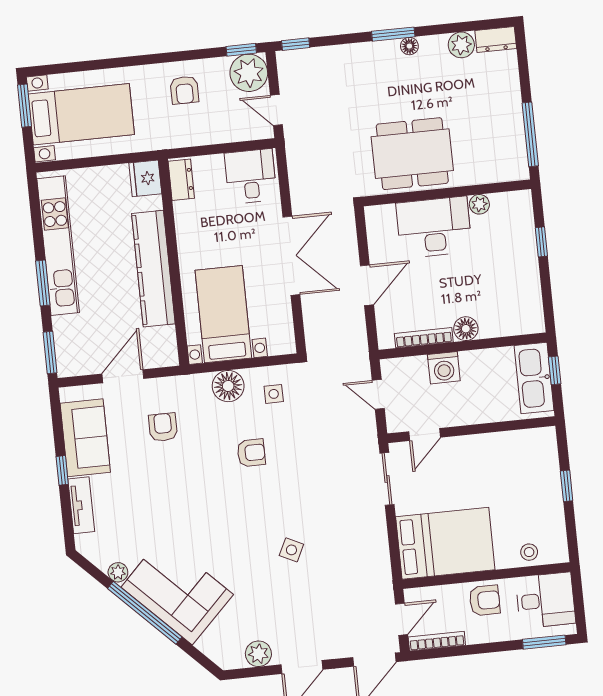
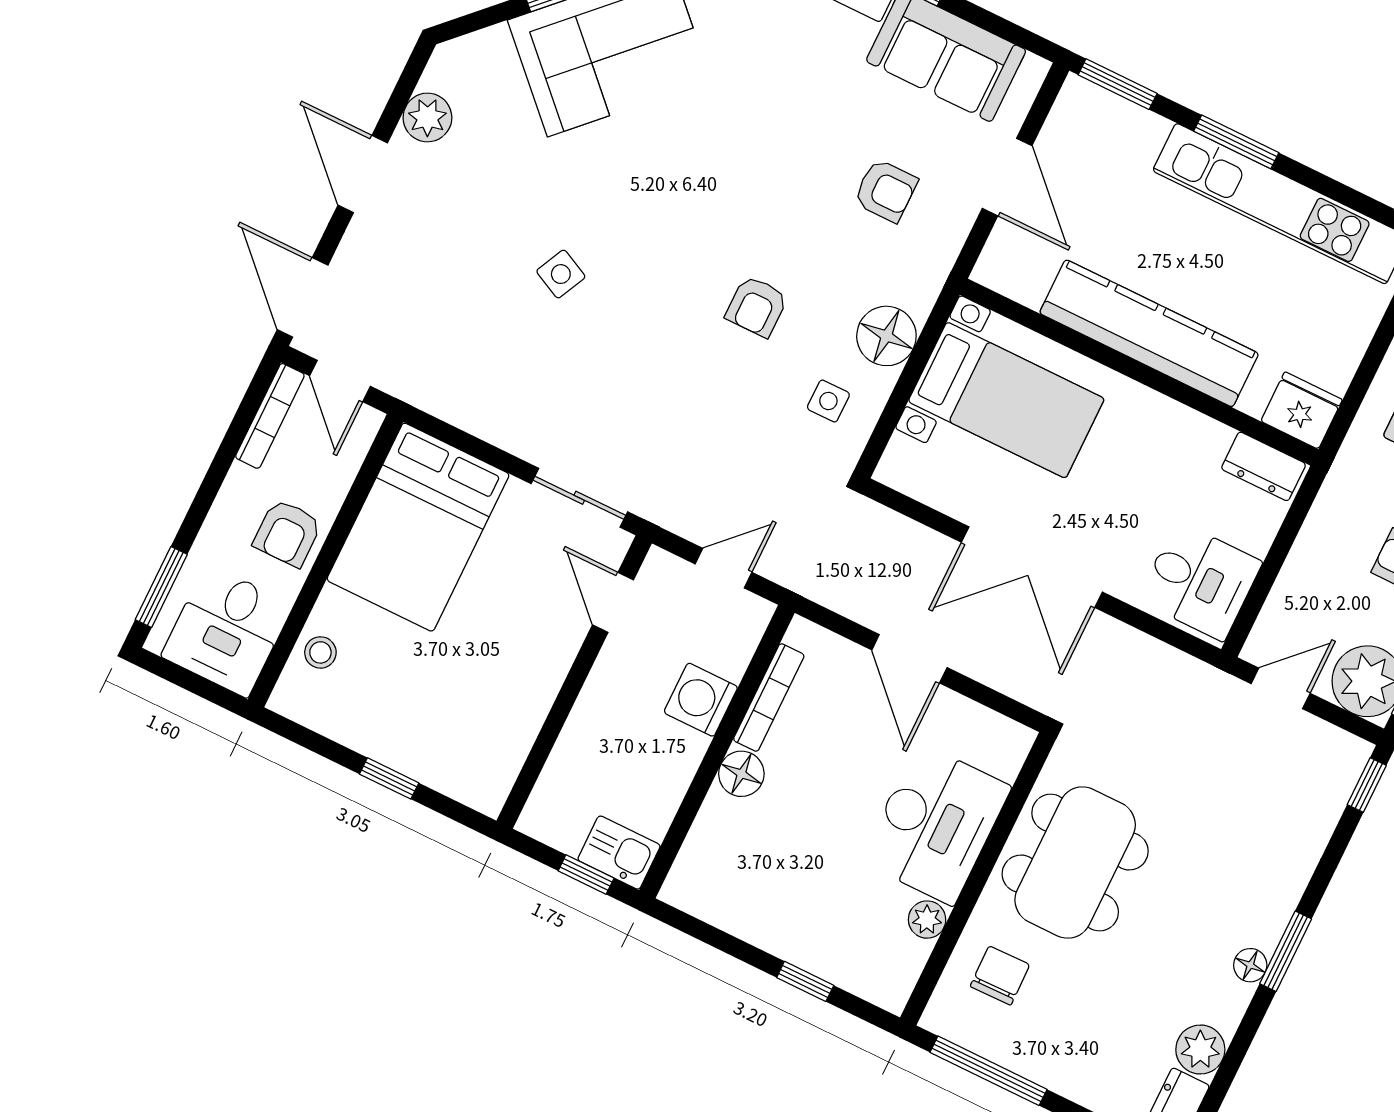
chair: (484, 156) -> (1000, 976), added
kitchen sink: (534, 378) -> (619, 853), width x0.53, depth x0.81

